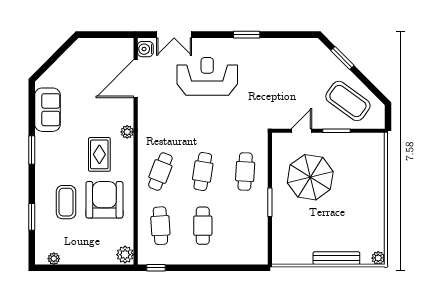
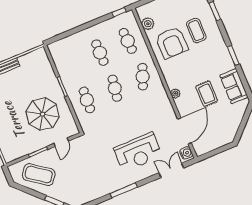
window: (247, 35) -> (124, 190), width x1.44
rug: (99, 154) -> (207, 94), moved
plant: (125, 255) -> (148, 24), moved

